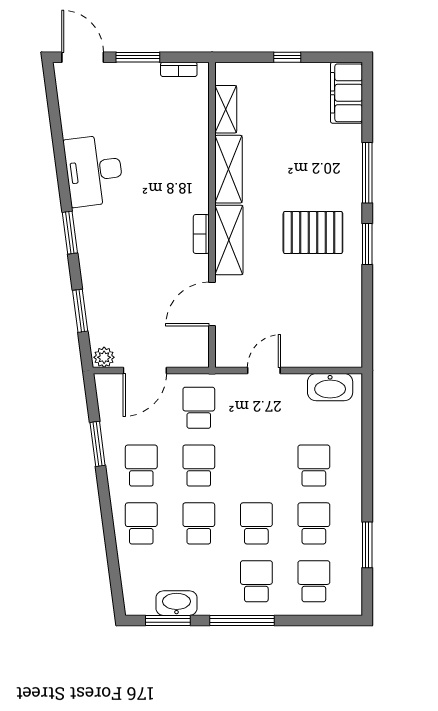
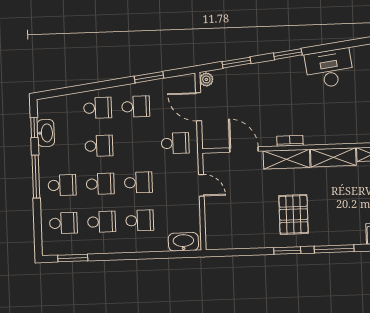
washbasin: (330, 387) -> (183, 242), moved, turned 90
school desk: (199, 466) -> (138, 182), moved
window: (367, 545) -> (73, 258), moved
window: (168, 620) -> (34, 128), width x0.67

